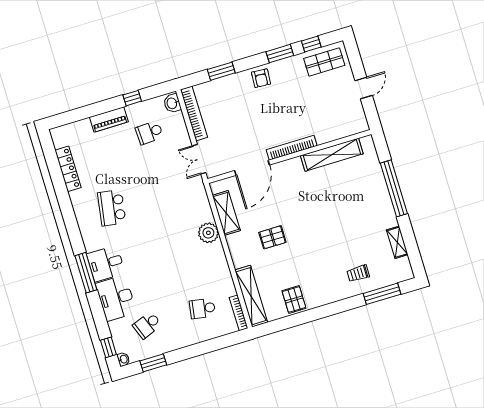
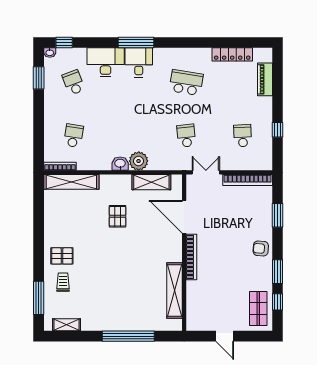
washbasin: (172, 103) -> (120, 164), moved
piano: (109, 119) -> (265, 79), moved
school desk: (167, 191) -> (186, 136), added
shelving: (397, 242) -> (67, 325), moved
pallet: (294, 299) -> (62, 256), moved

